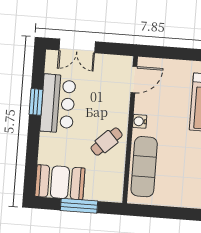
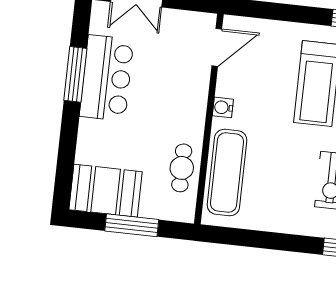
window: (36, 102) -> (75, 74), width x1.44
cafe table: (107, 142) -> (182, 168), moved, turned -47

